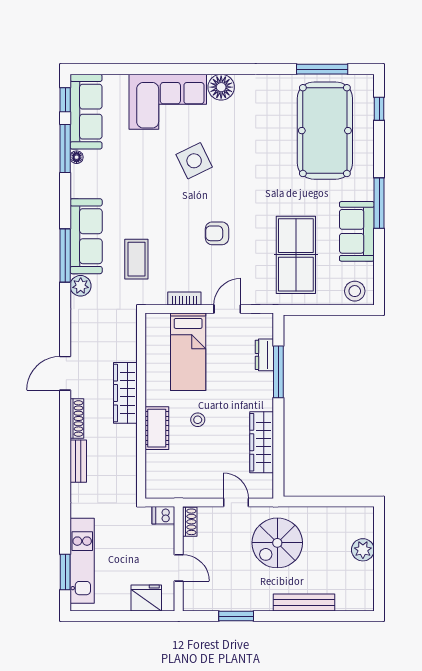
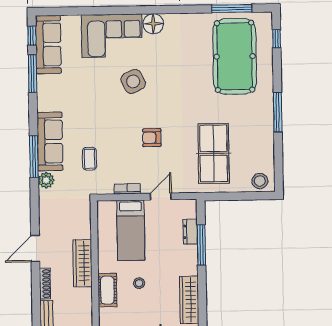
floor lamp: (77, 157) -> (42, 80), removed
sofa: (357, 231) -> (261, 134), removed
coffee table: (136, 259) -> (89, 159), width x0.73, depth x0.77

